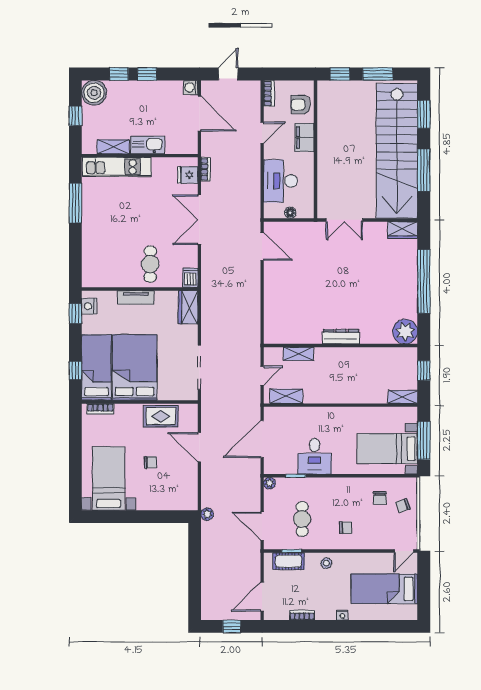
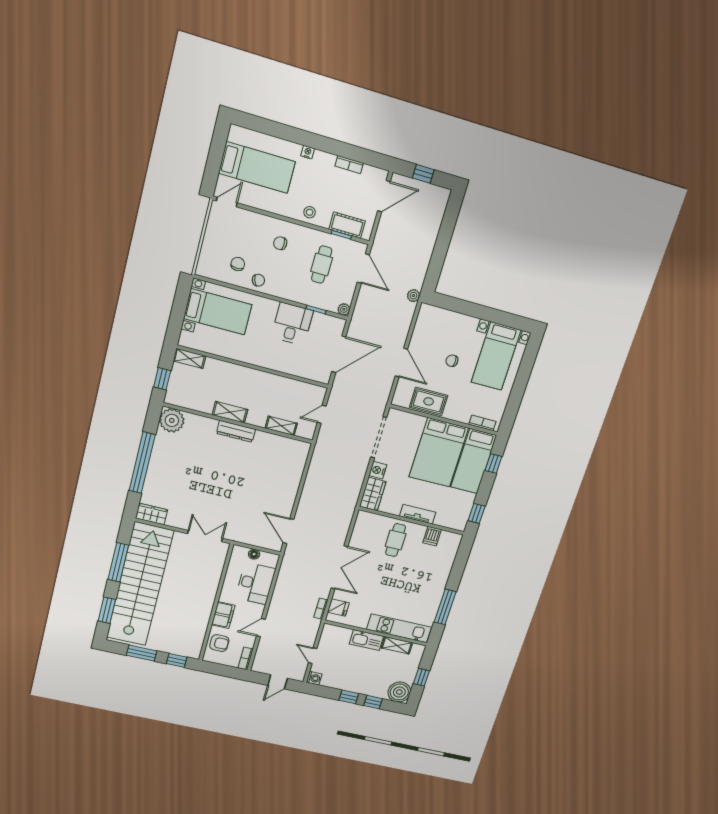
door: (199, 113) -> (313, 656), width x0.53
dishwasher: (190, 278) -> (432, 536), moved
nightstand: (89, 306) -> (378, 470), moved, turned 180
shelving: (286, 396) -> (230, 412), moved
window: (424, 440) -> (179, 310), removed
chair: (403, 506) -> (258, 280), moved

